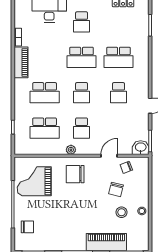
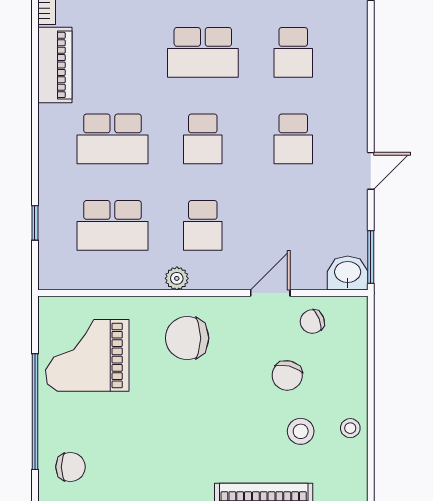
school desk: (118, 57) -> (293, 52), width x0.54

